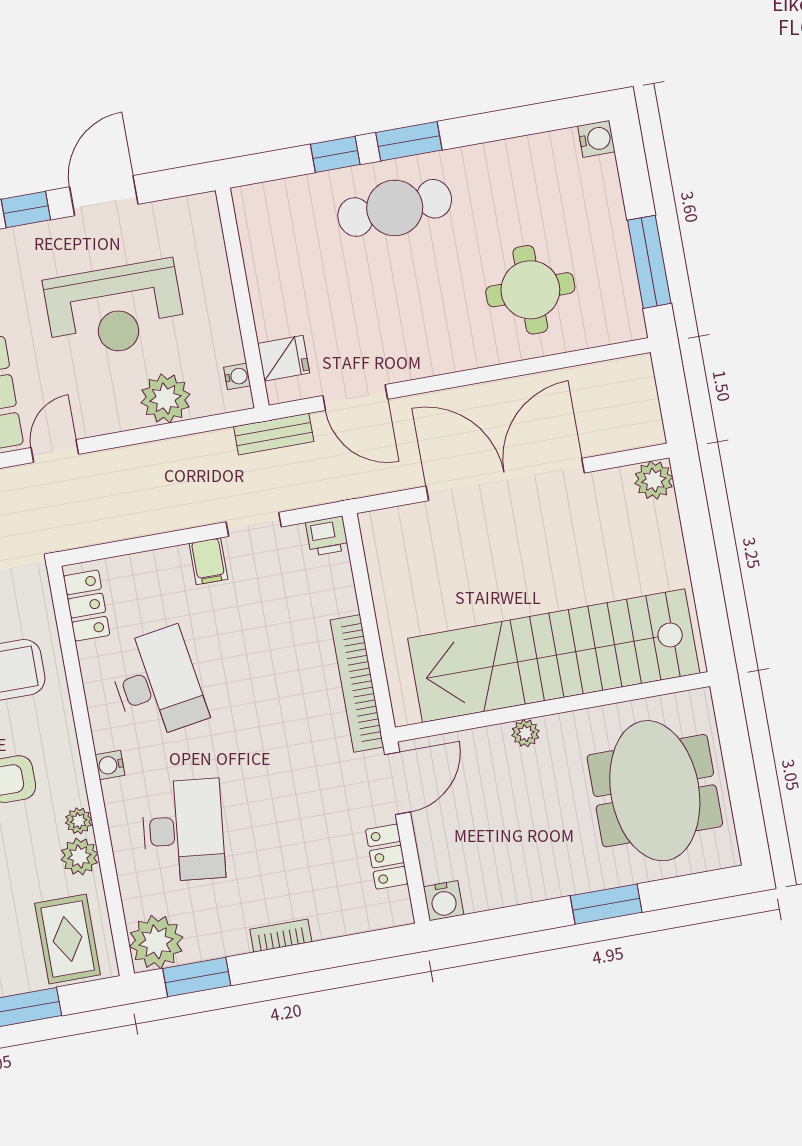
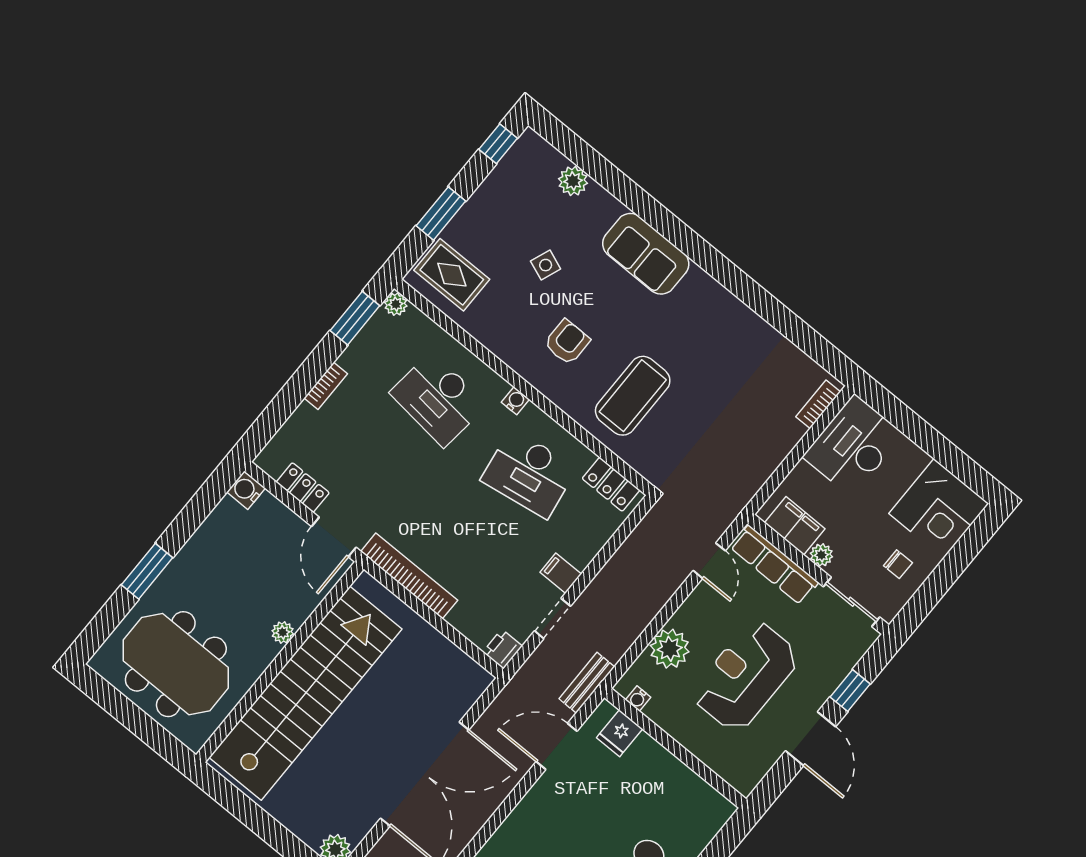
plant: (79, 821) -> (506, 351), removed
plant: (80, 857) -> (487, 330), removed
plant: (156, 942) -> (396, 304), width x0.53, depth x0.53

